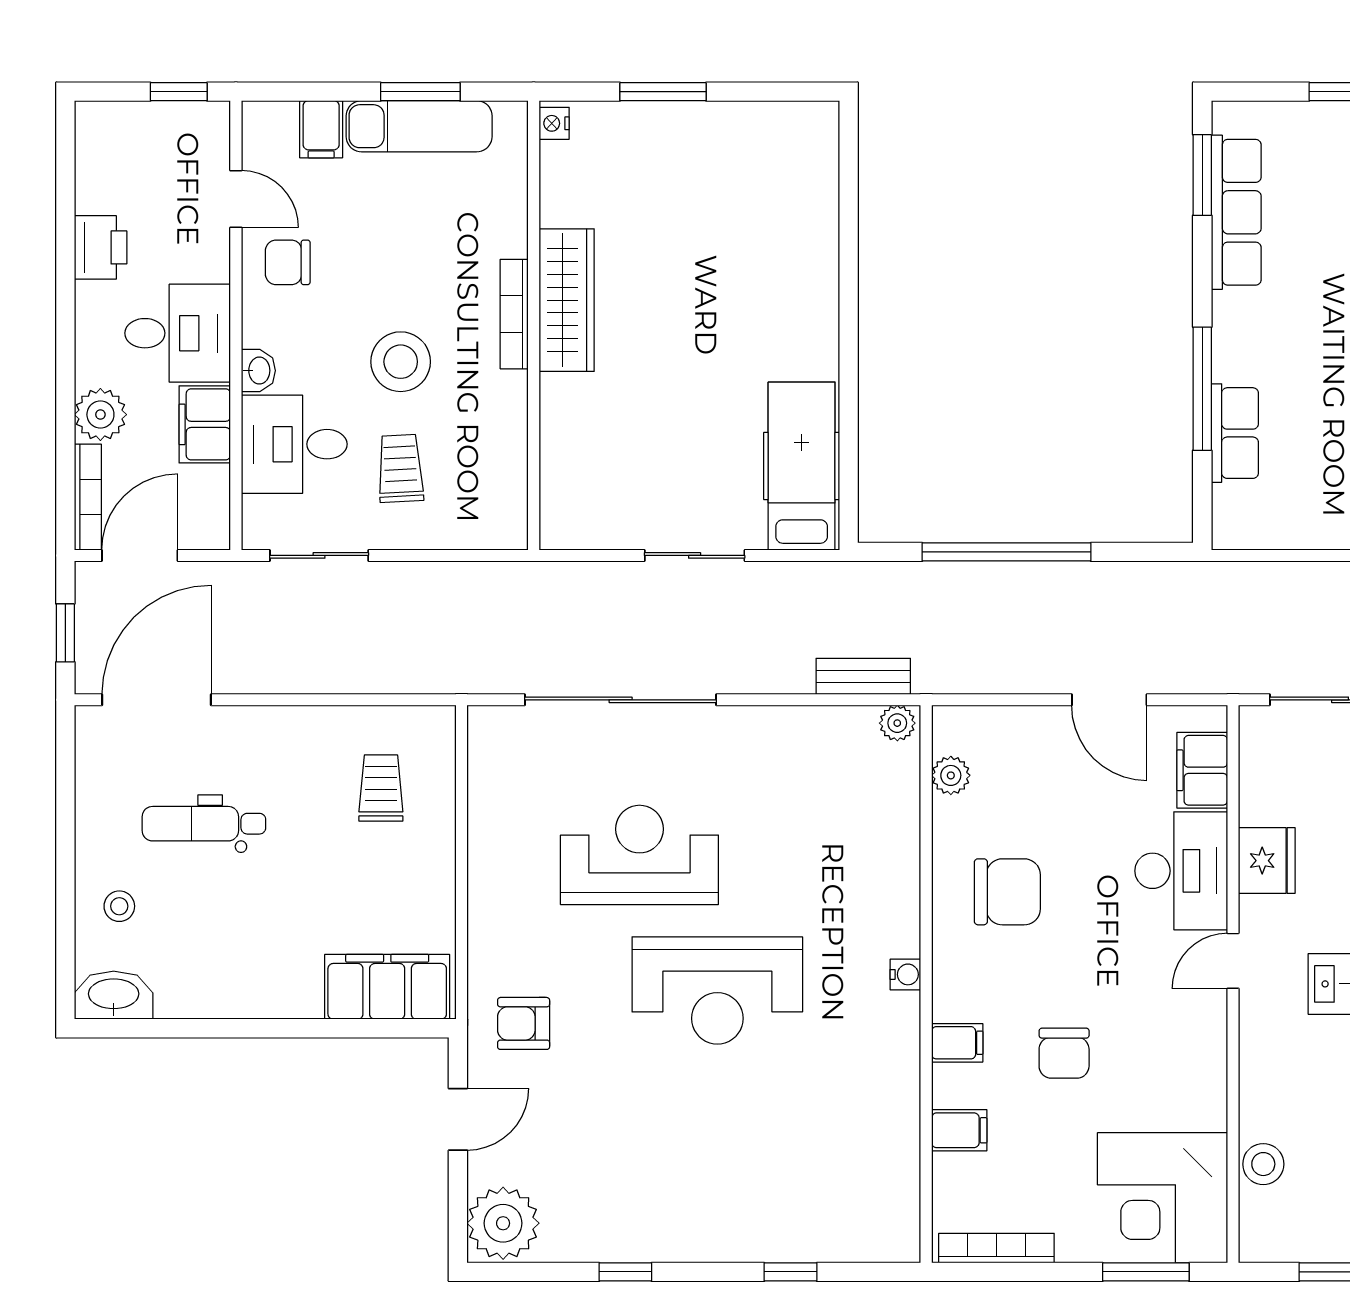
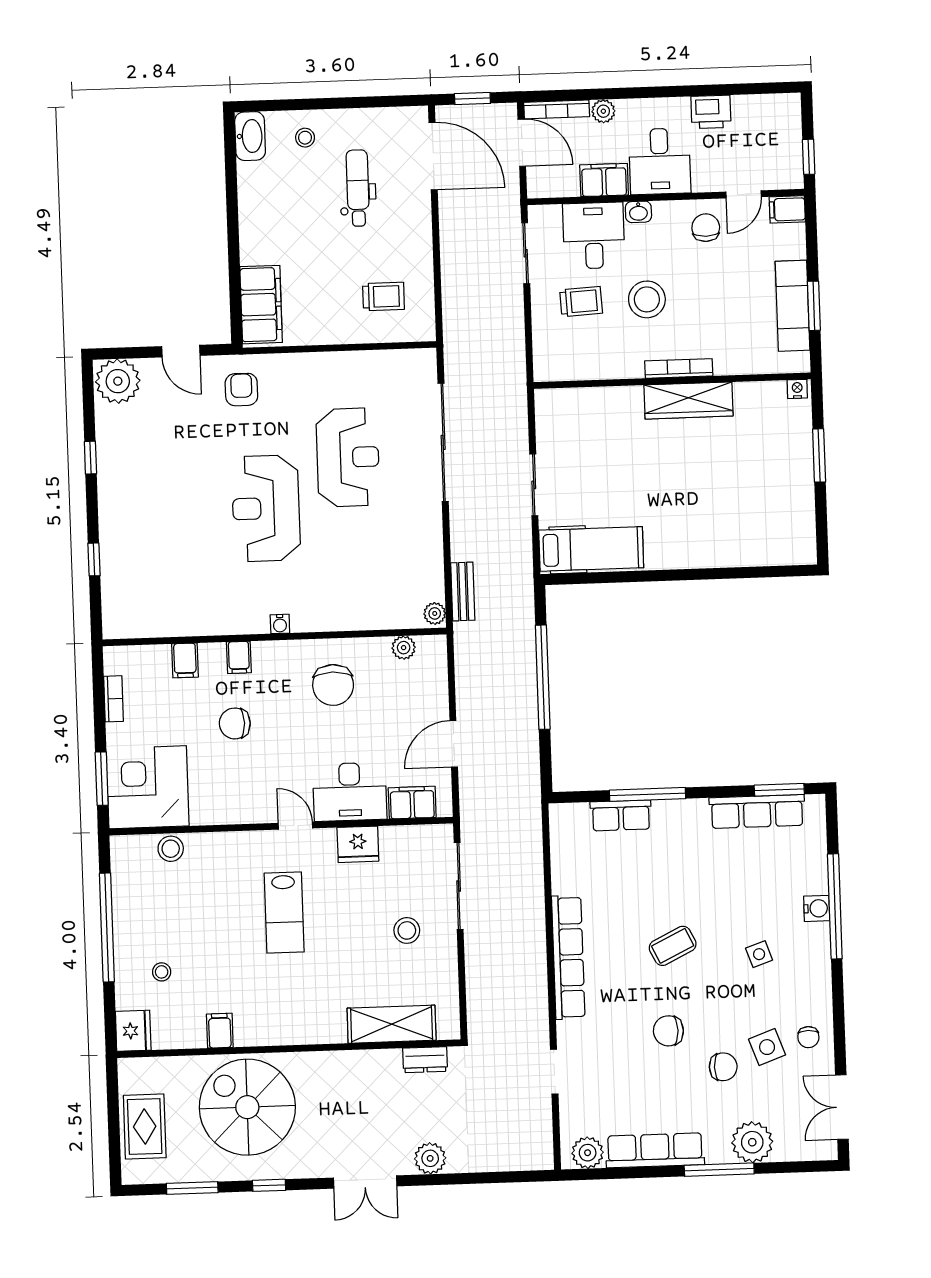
filing cabinet: (321, 129) -> (787, 209), moved
plant: (100, 415) -> (603, 111), width x0.73, depth x0.73
bookcase: (996, 1248) -> (114, 699), width x0.64

